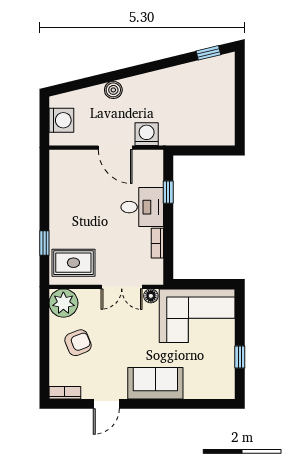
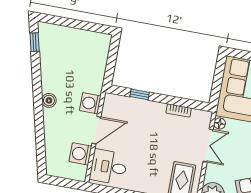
boiler: (113, 90) -> (49, 100), moved
washing machine: (61, 120) -> (80, 154), moved, turned -90
desk: (142, 207) -> (109, 167), moved, turned -90

